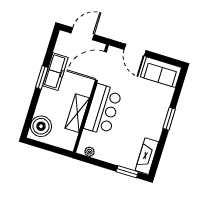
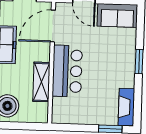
plant: (89, 152) -> (65, 119), removed

